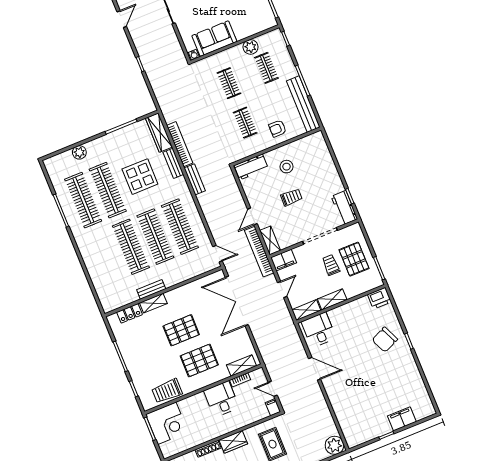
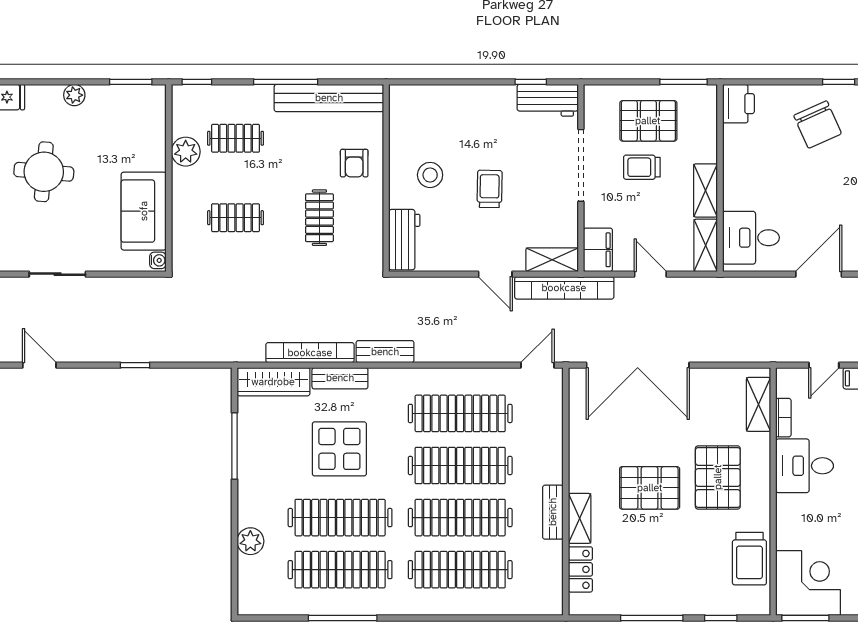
clothes rail: (245, 123) -> (319, 218), turned 90
clothes rail: (106, 257) -> (460, 570), added
pallet: (181, 330) -> (650, 488), turned 90

